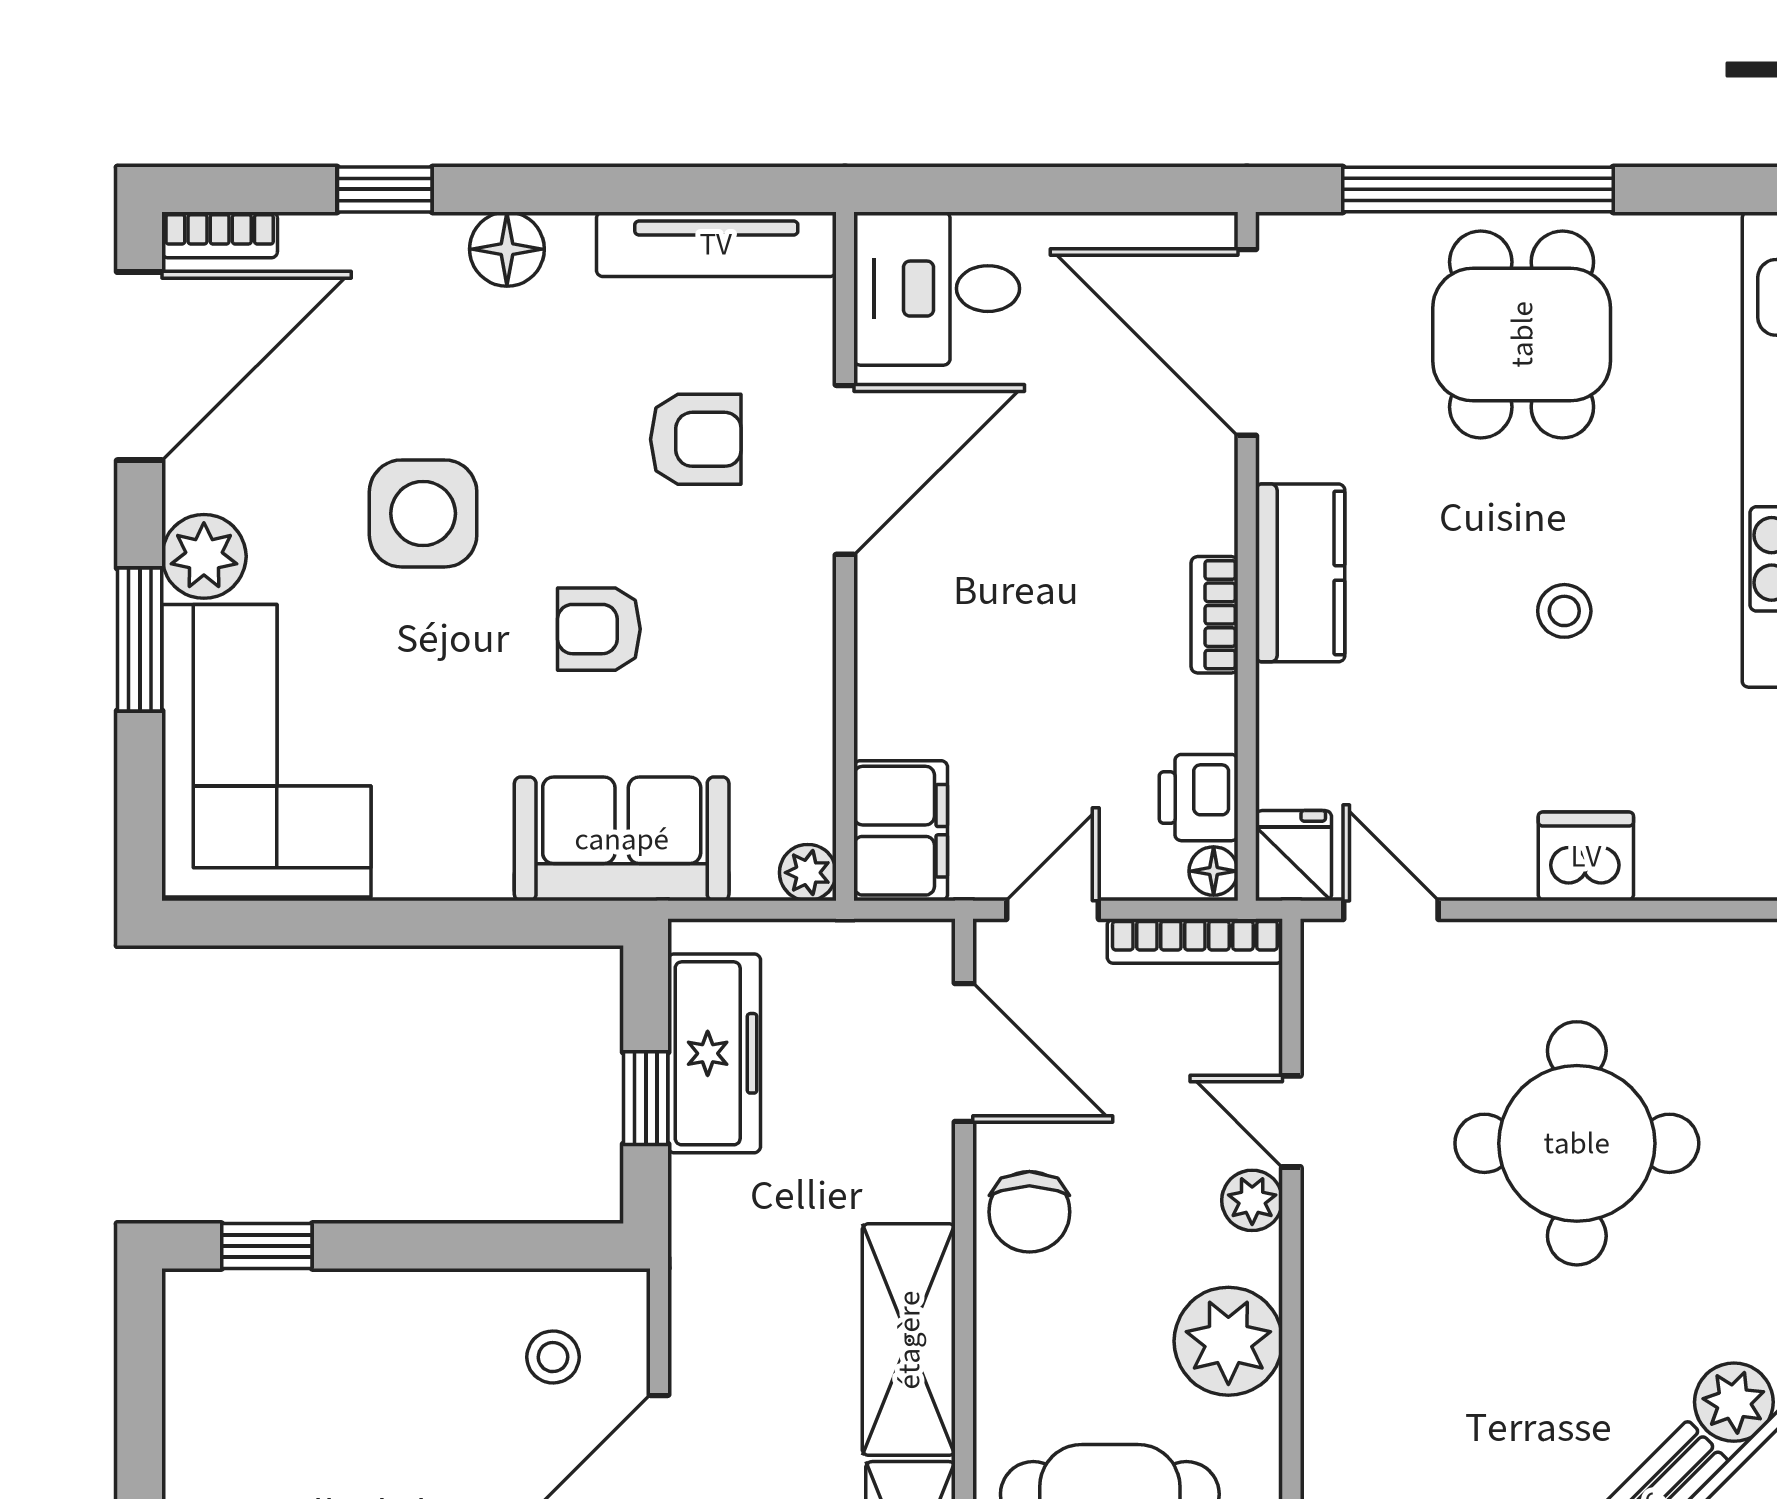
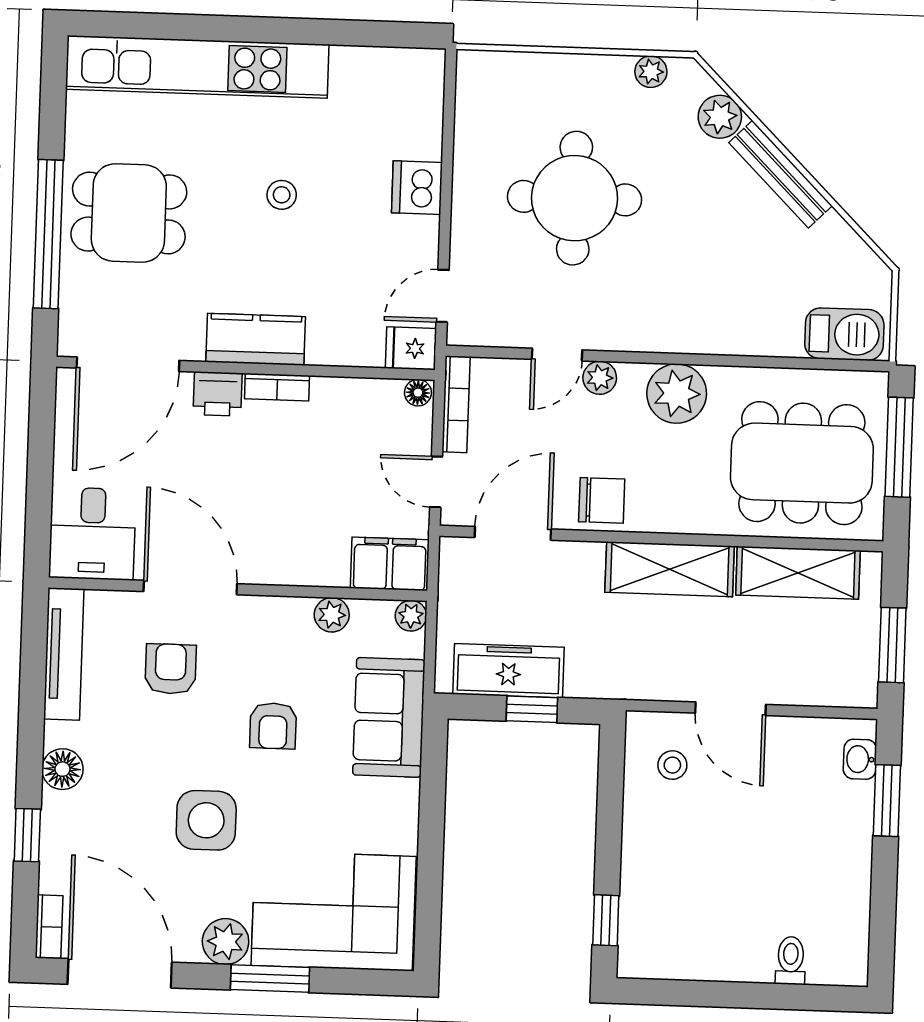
plant: (804, 729) -> (332, 615), added
printer: (1199, 798) -> (218, 394), moved

